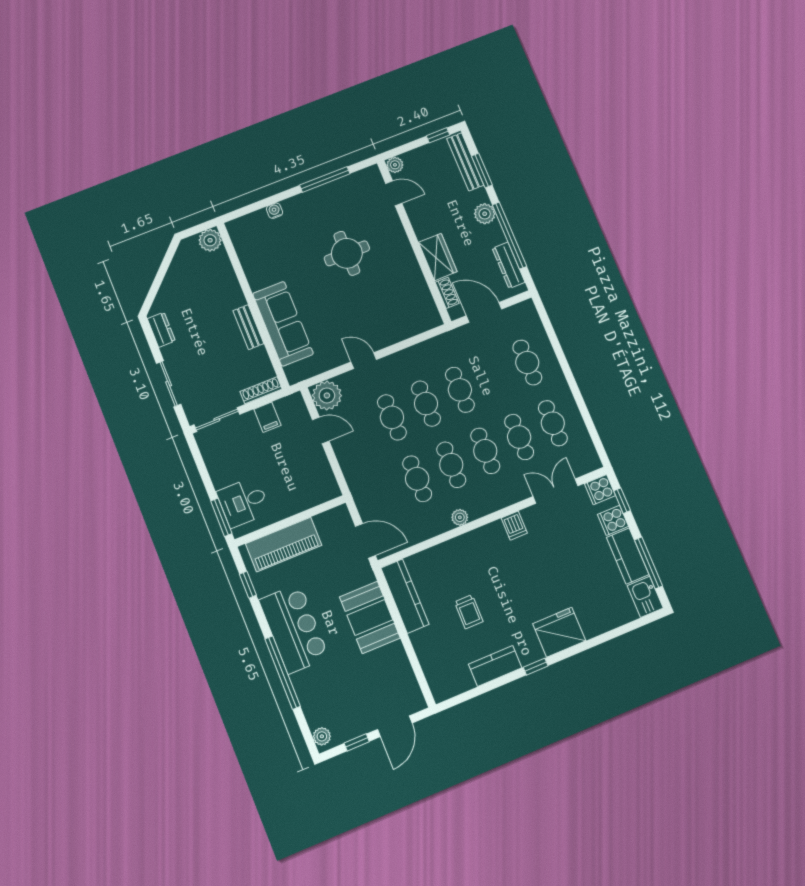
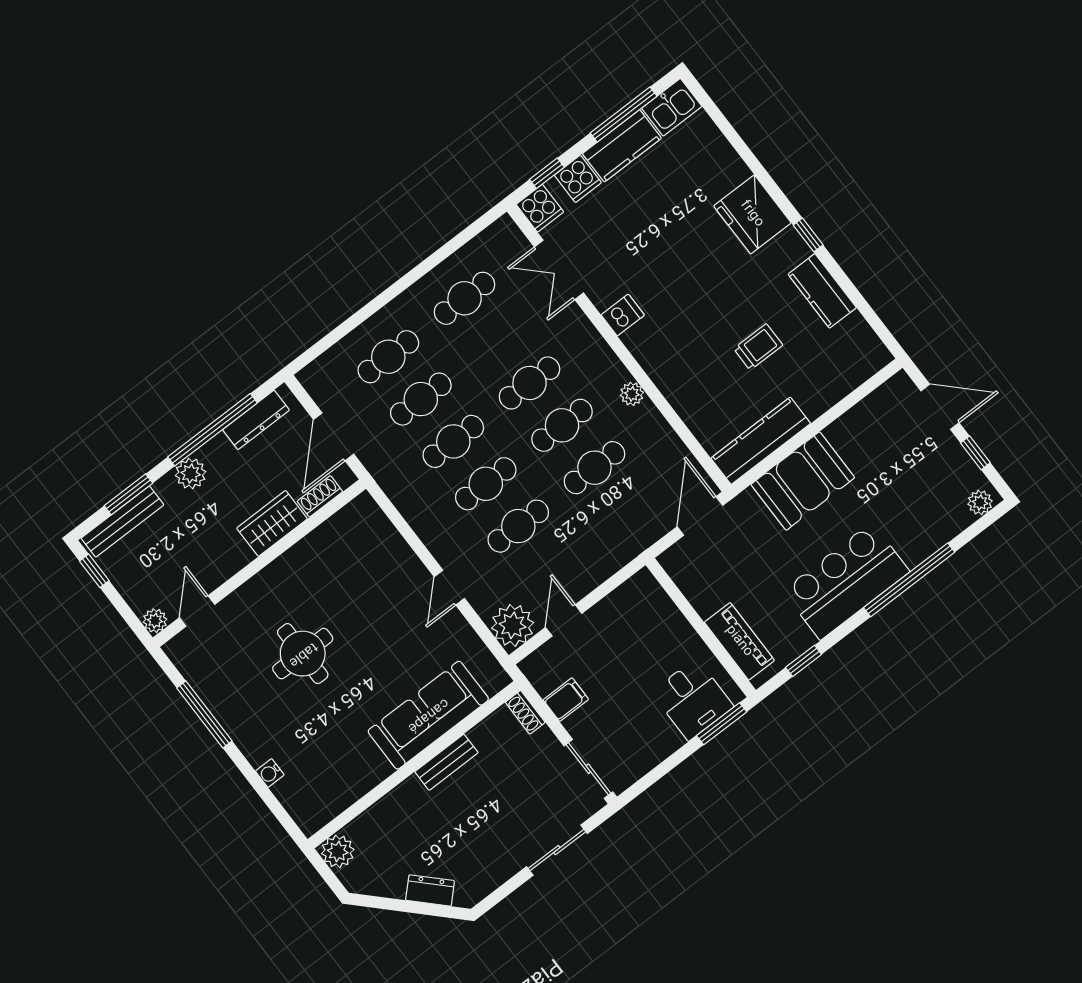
dresser: (161, 330) -> (430, 890), moved, turned 45
shoe rack: (261, 390) -> (525, 712), width x0.70
cafe table: (519, 437) -> (421, 399), moved
piano: (284, 544) -> (739, 641), width x0.73, depth x0.75

